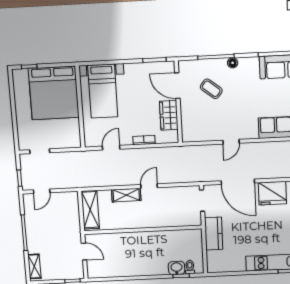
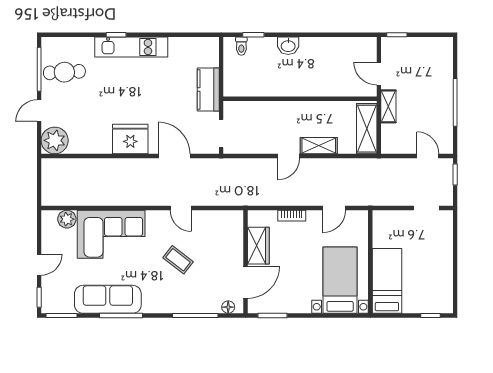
floor lamp: (233, 63) -> (228, 307), moved
door: (177, 86) -> (245, 282), hinge flipped
coffee table: (211, 89) -> (178, 260), moved
bed: (54, 93) -> (387, 281), width x0.49
door: (231, 142) -> (181, 208), swing flipped
door: (238, 182) -> (174, 156), width x0.73
door: (42, 191) -> (428, 156), hinge flipped
shelving: (34, 266) -> (388, 106), moved
washbasin: (177, 268) -> (288, 46), moved

